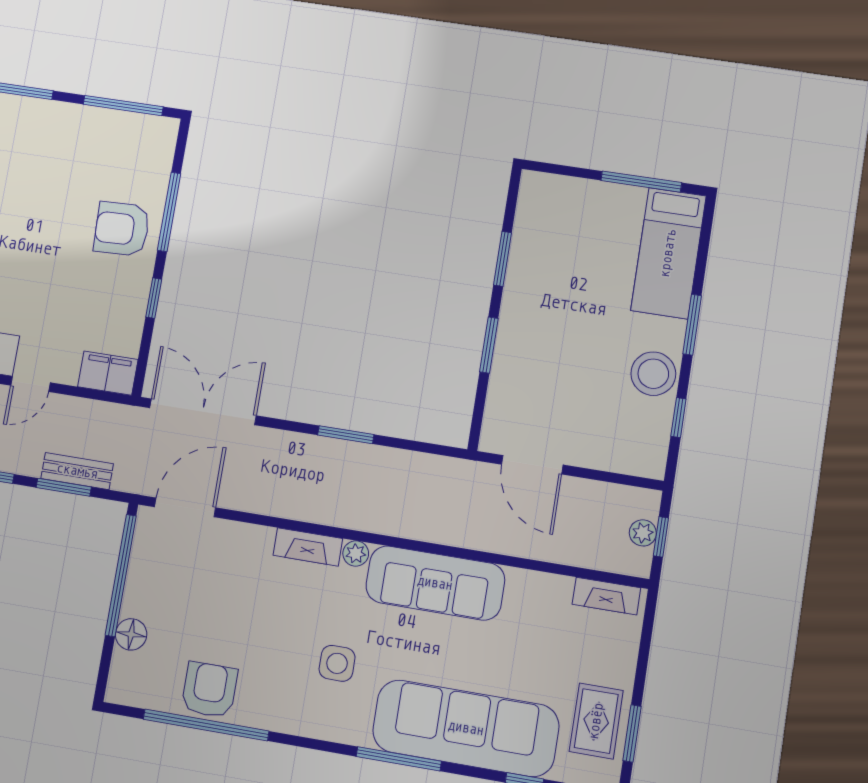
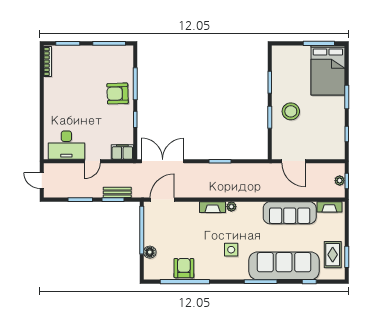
bed: (668, 253) -> (328, 70), width x1.50
stool: (653, 374) -> (291, 111), moved
sofa: (435, 583) -> (290, 213), moved

